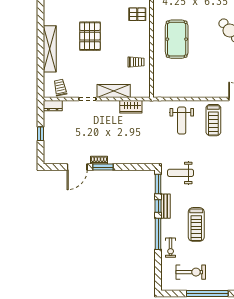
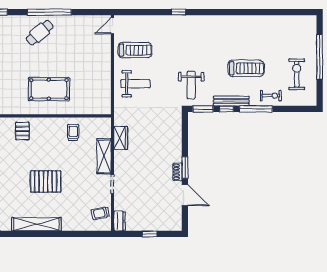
shelving: (50, 49) -> (36, 224), moved
bench: (166, 206) -> (231, 101), width x1.36

